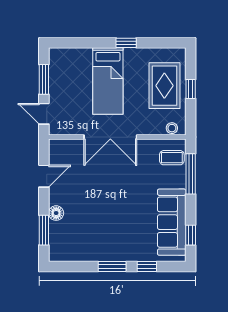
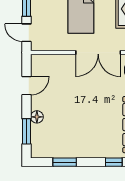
double door: (110, 137) -> (98, 53), moved
window: (112, 266) -> (65, 162), moved

